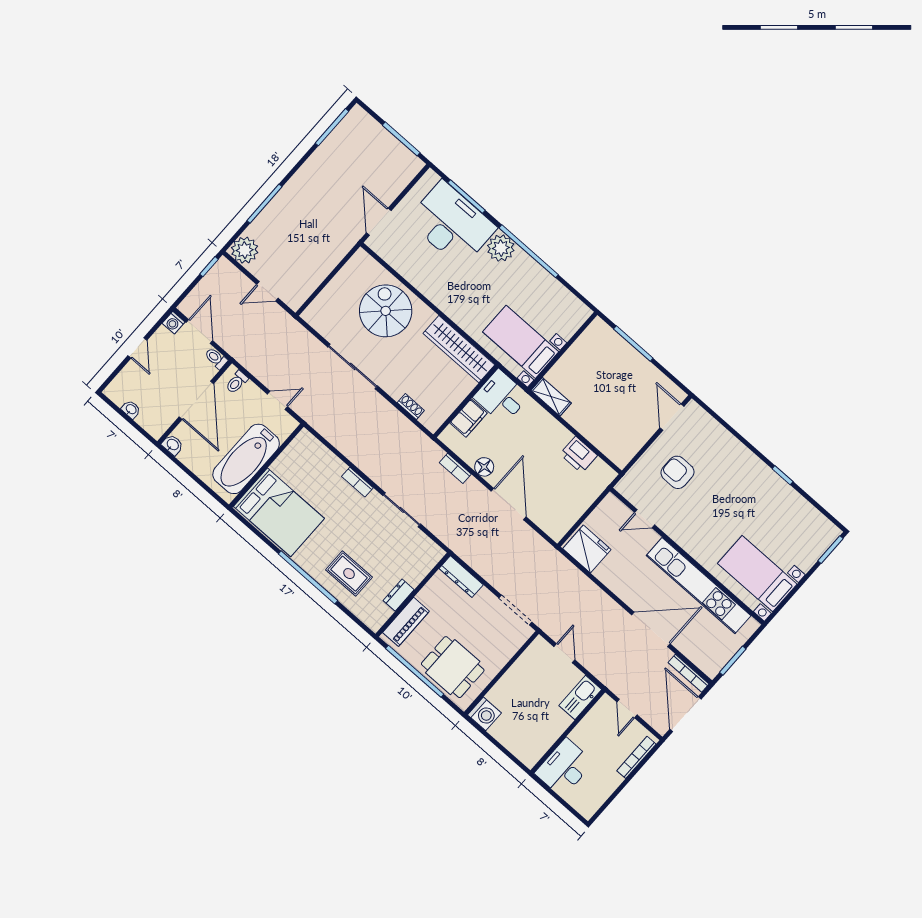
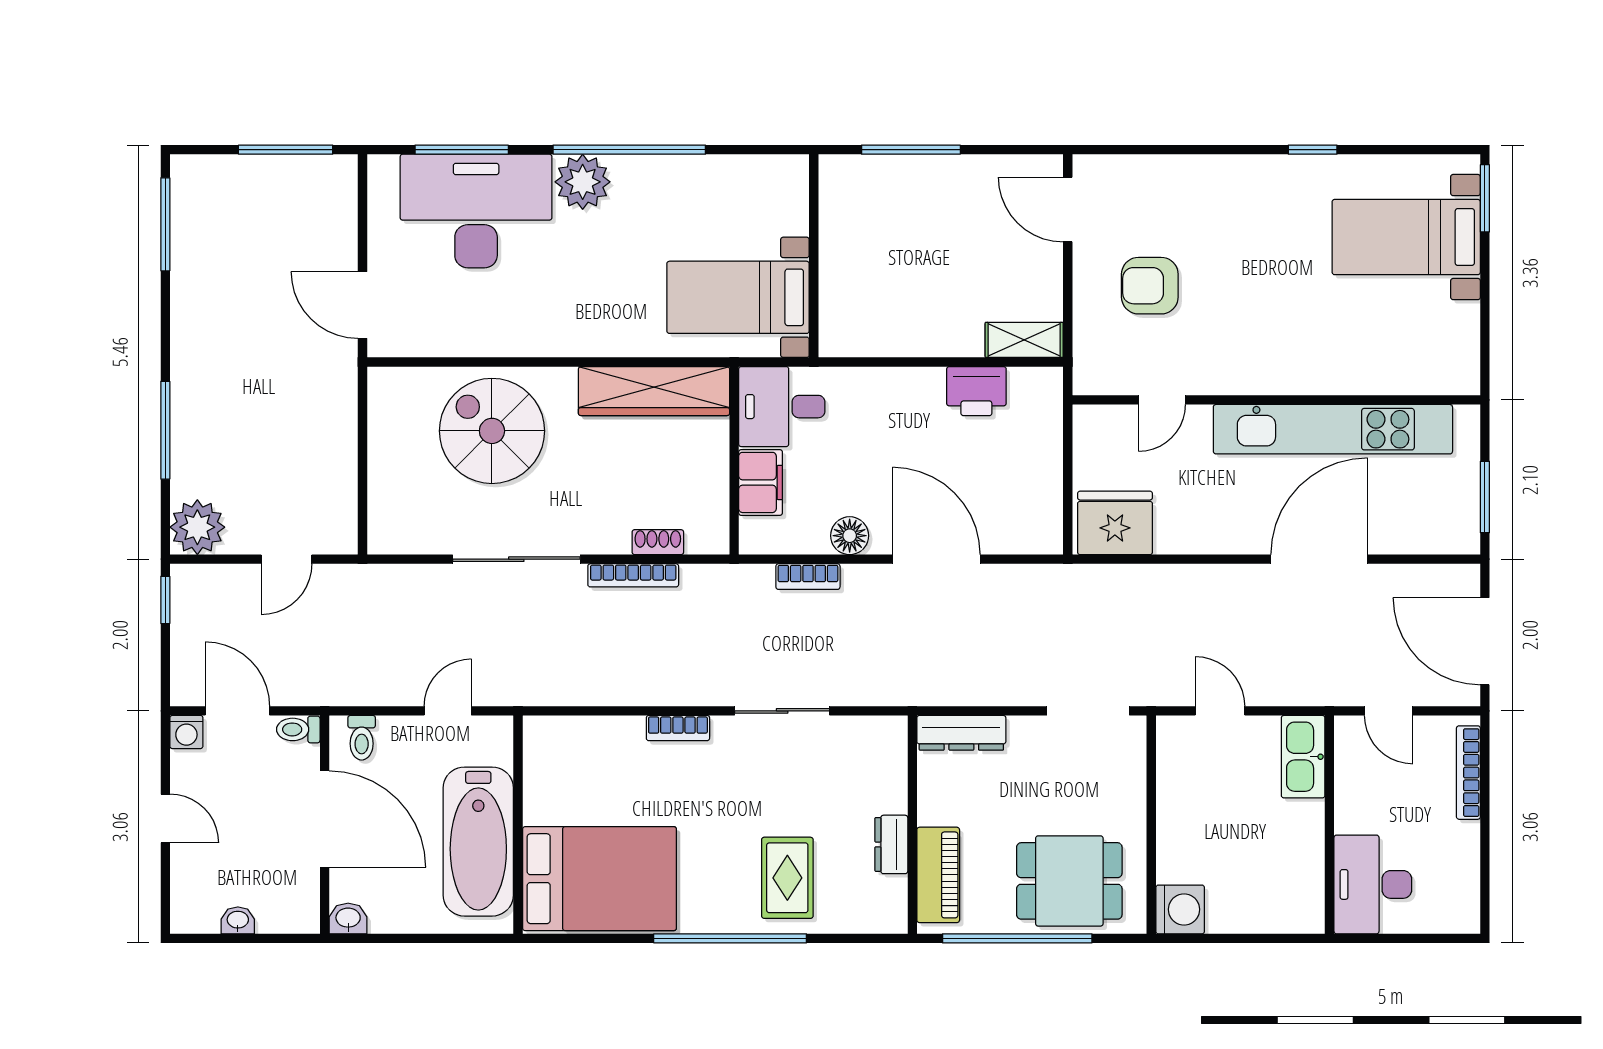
shelving: (551, 397) -> (1024, 340), moved
rug: (349, 574) -> (787, 878), turned 90
bed with nightstands: (757, 574) -> (1406, 237), moved
bookcase: (689, 673) -> (633, 575), moved

